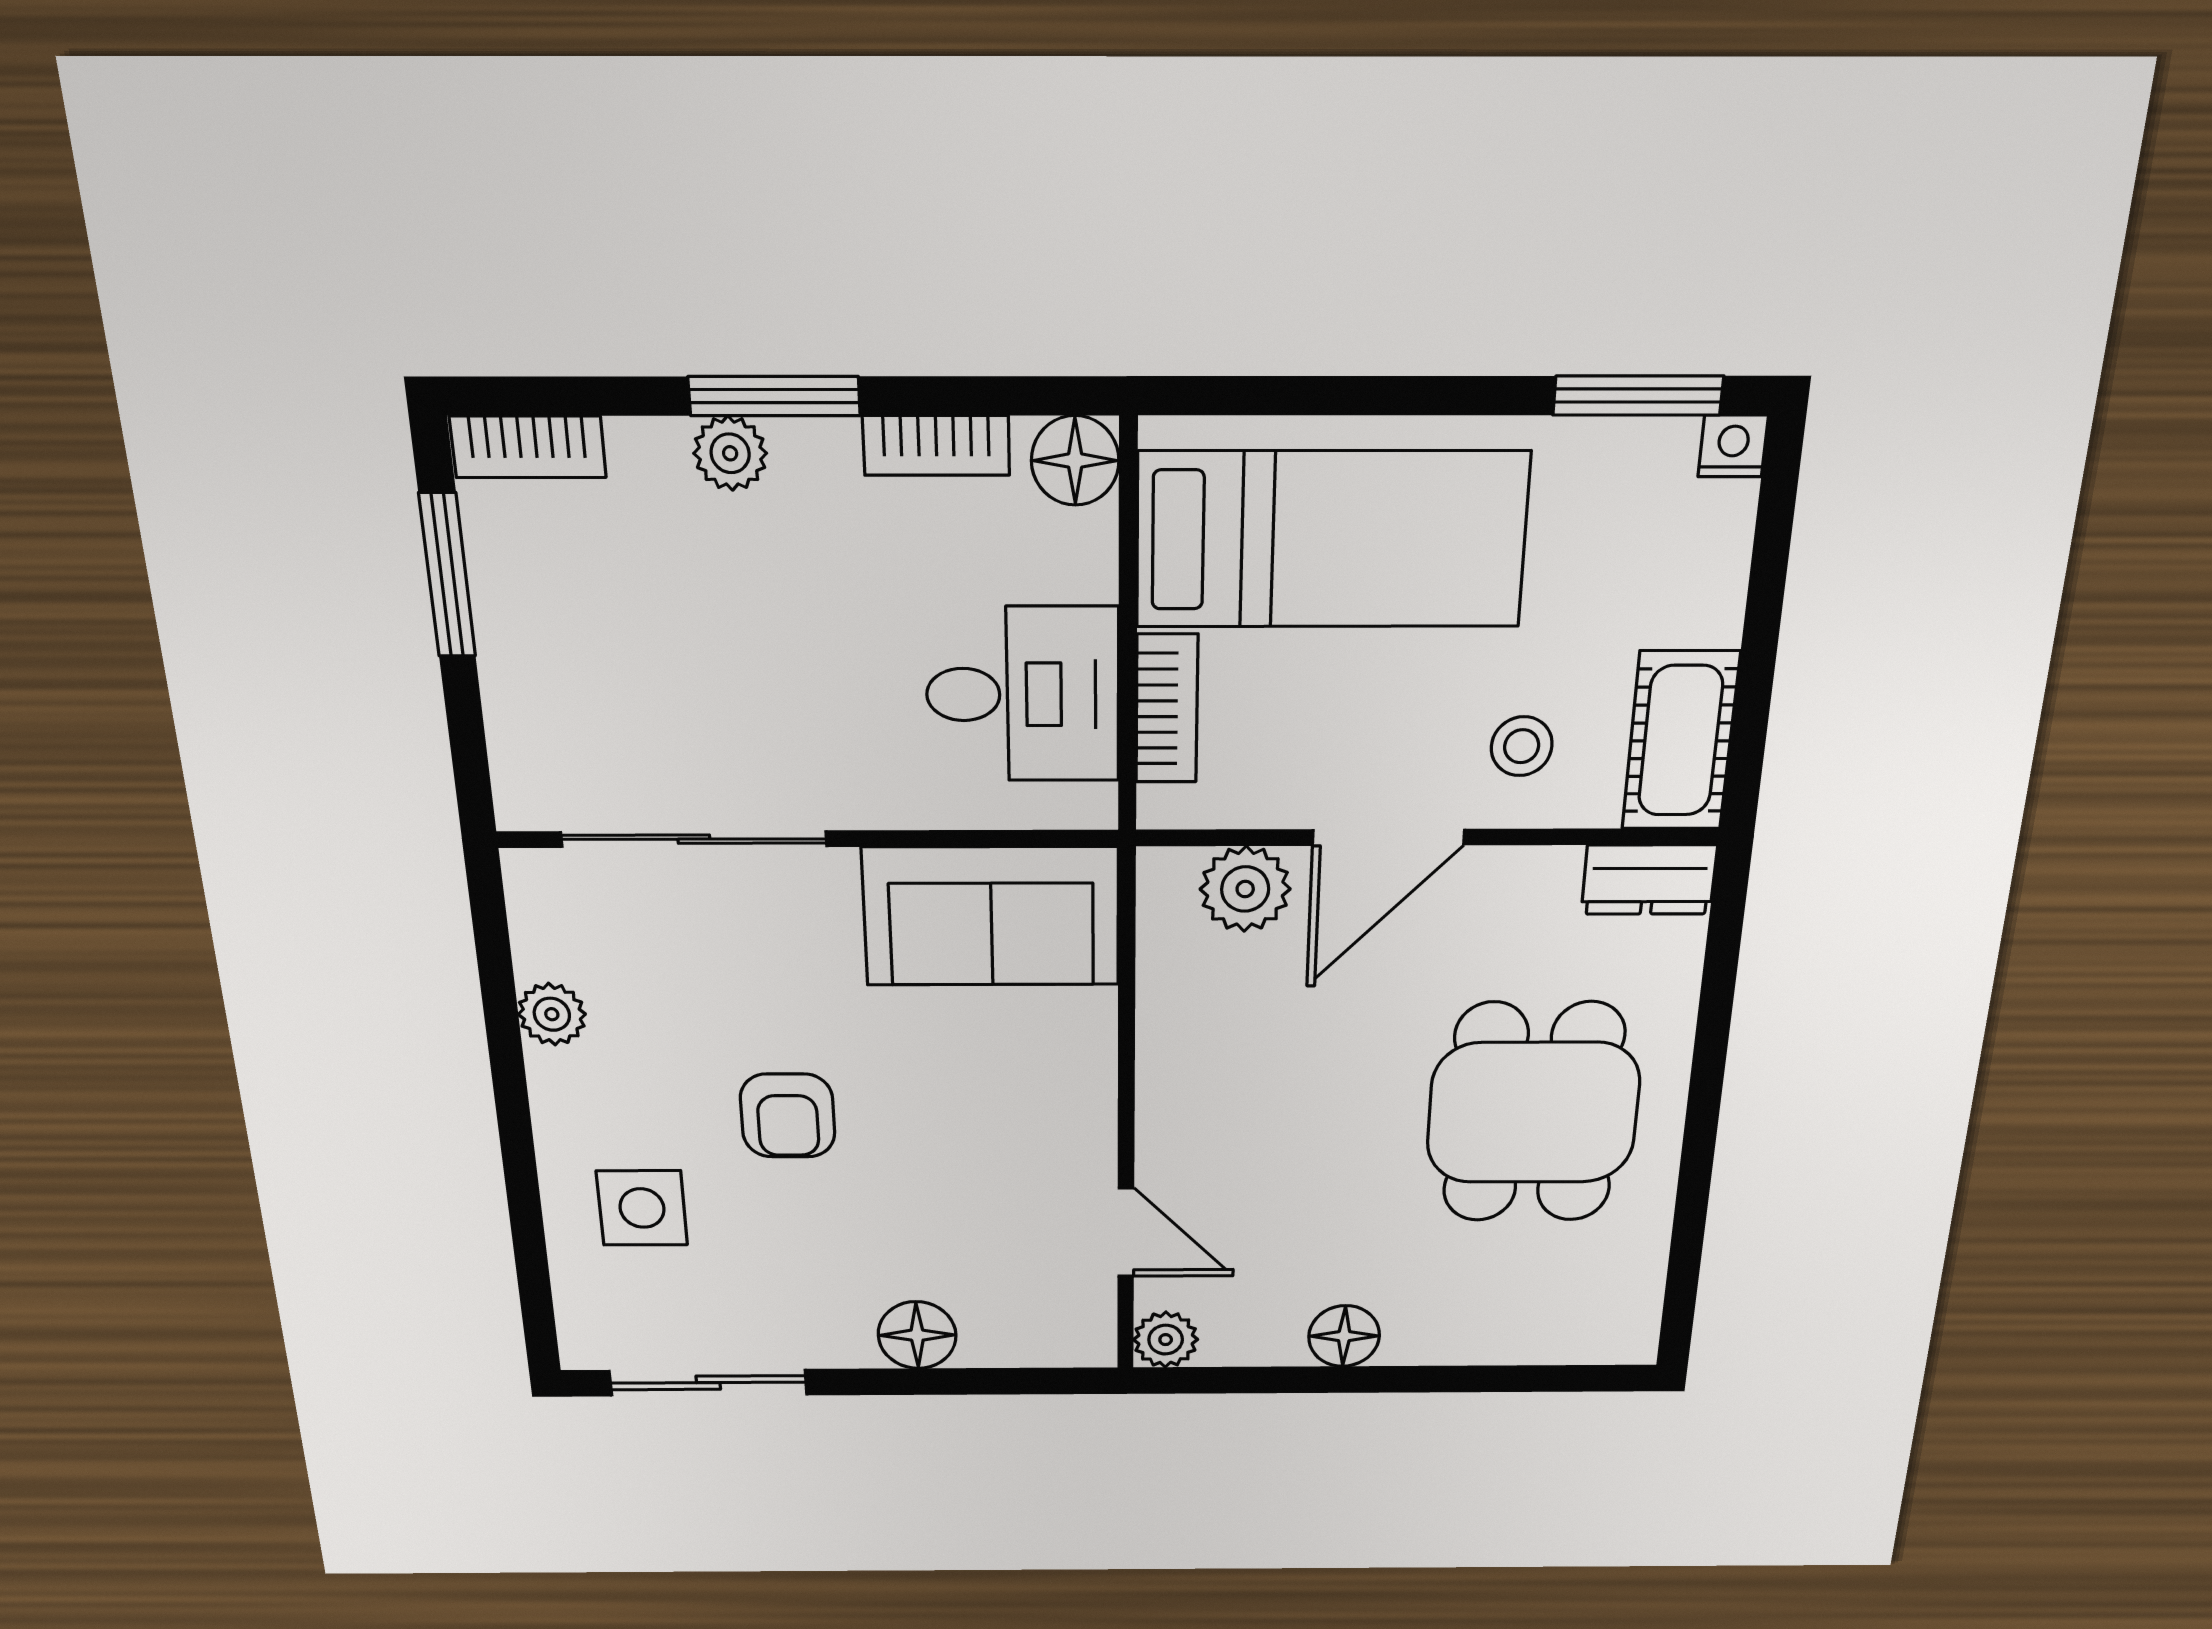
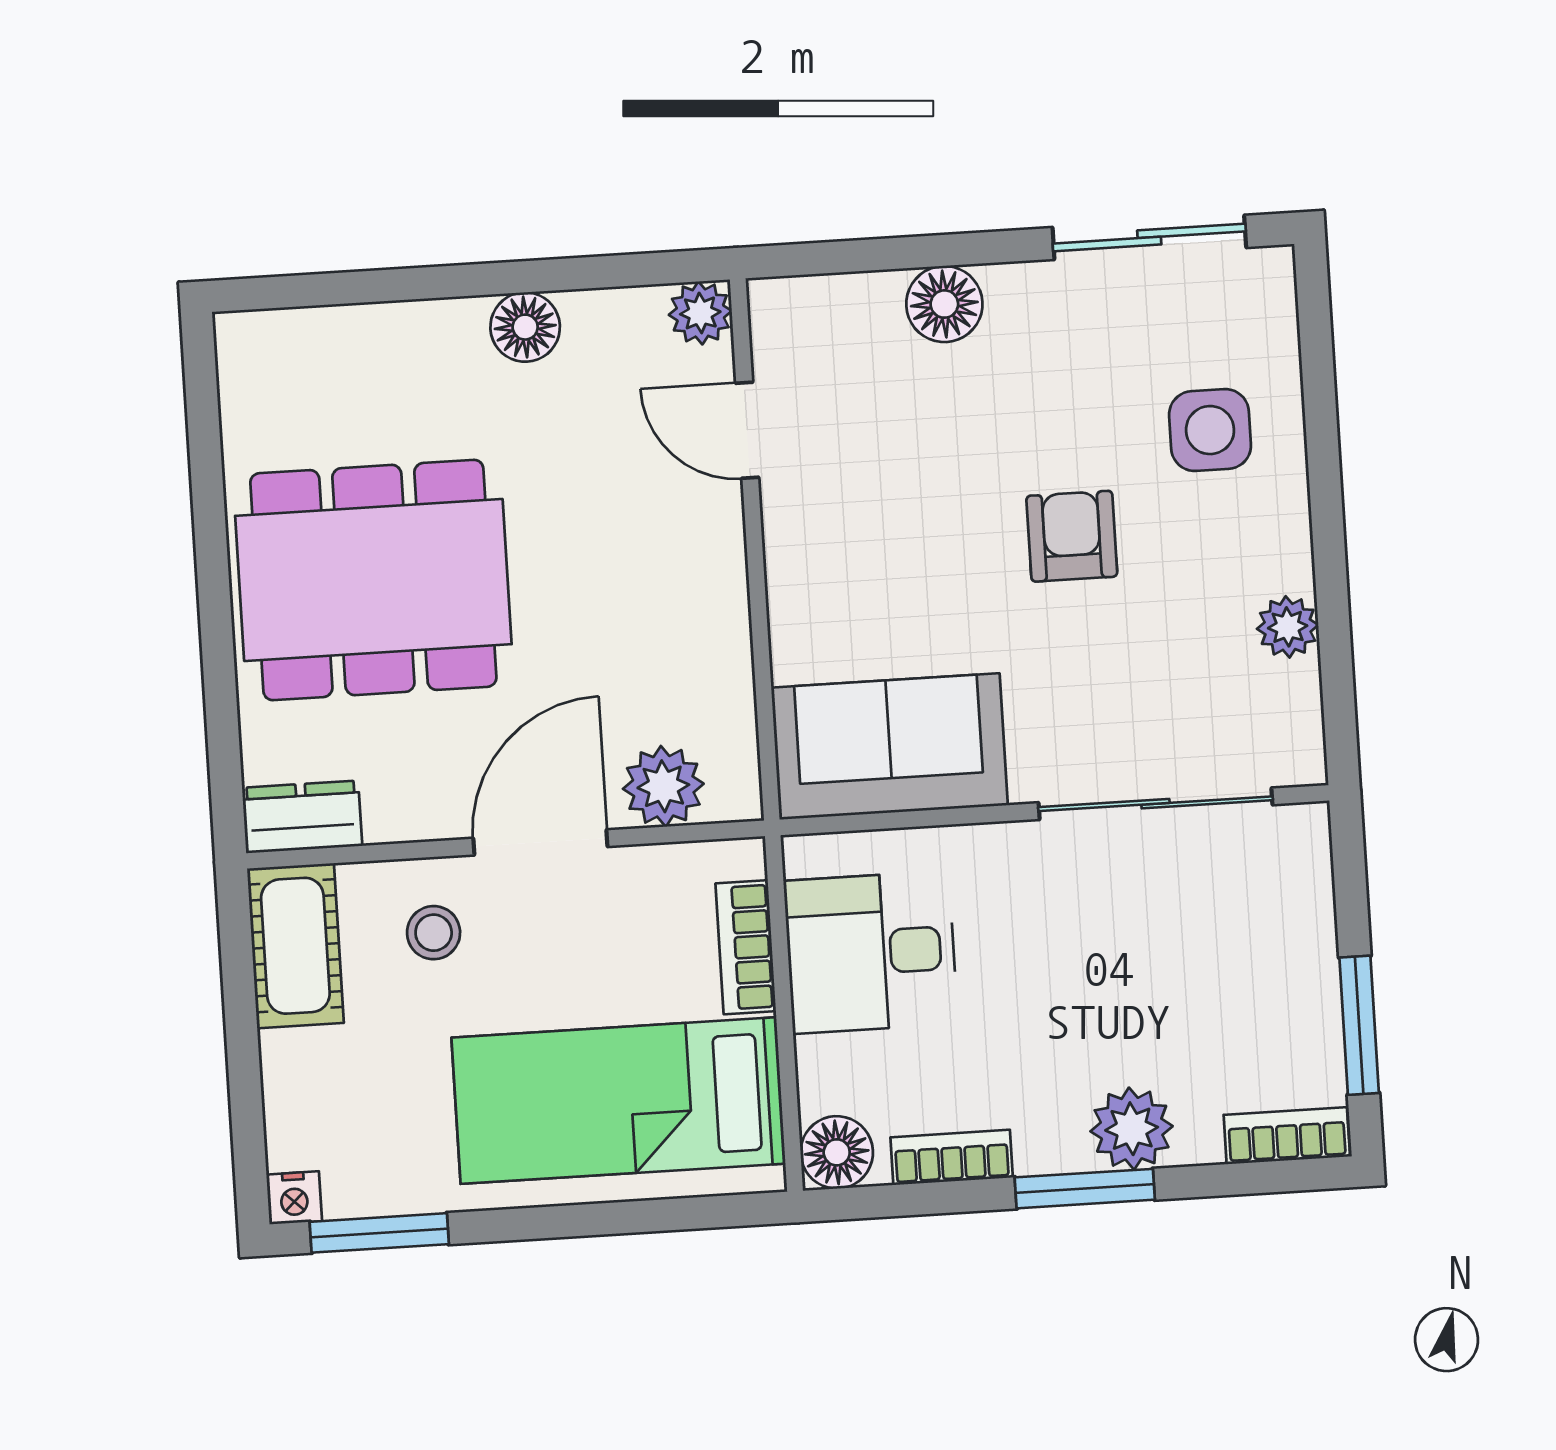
plant: (730, 453) -> (1132, 1129), width x1.38, depth x1.38
dining table: (1533, 1113) -> (373, 580), width x1.38

